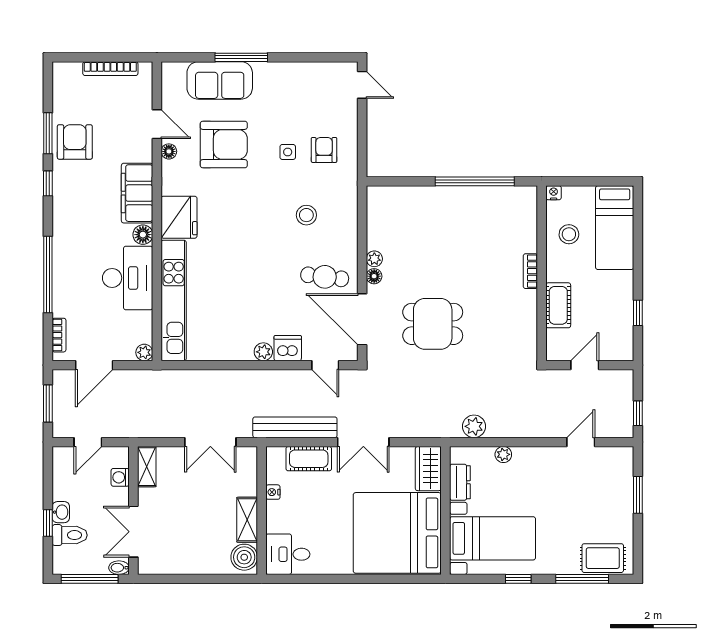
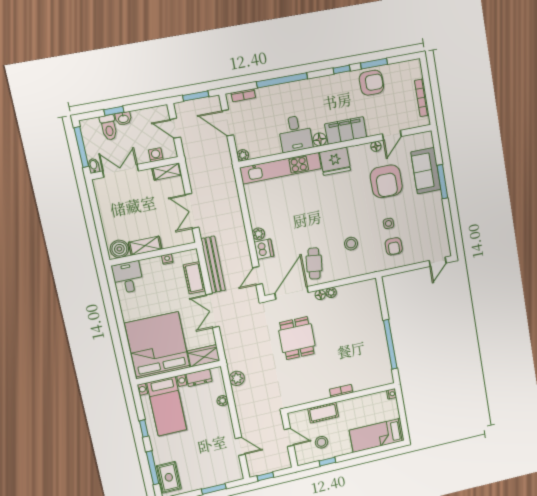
armchair: (324, 150) -> (394, 246), turned 90
stool: (569, 234) -> (321, 442), moved
desk: (128, 278) -> (295, 134), width x0.73

